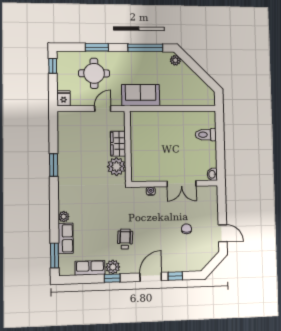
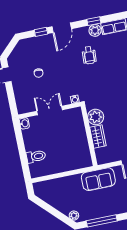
wardrobe: (118, 144) -> (98, 136), moved
wall: (128, 146) -> (89, 136), moved
plant: (116, 167) -> (96, 117), moved

